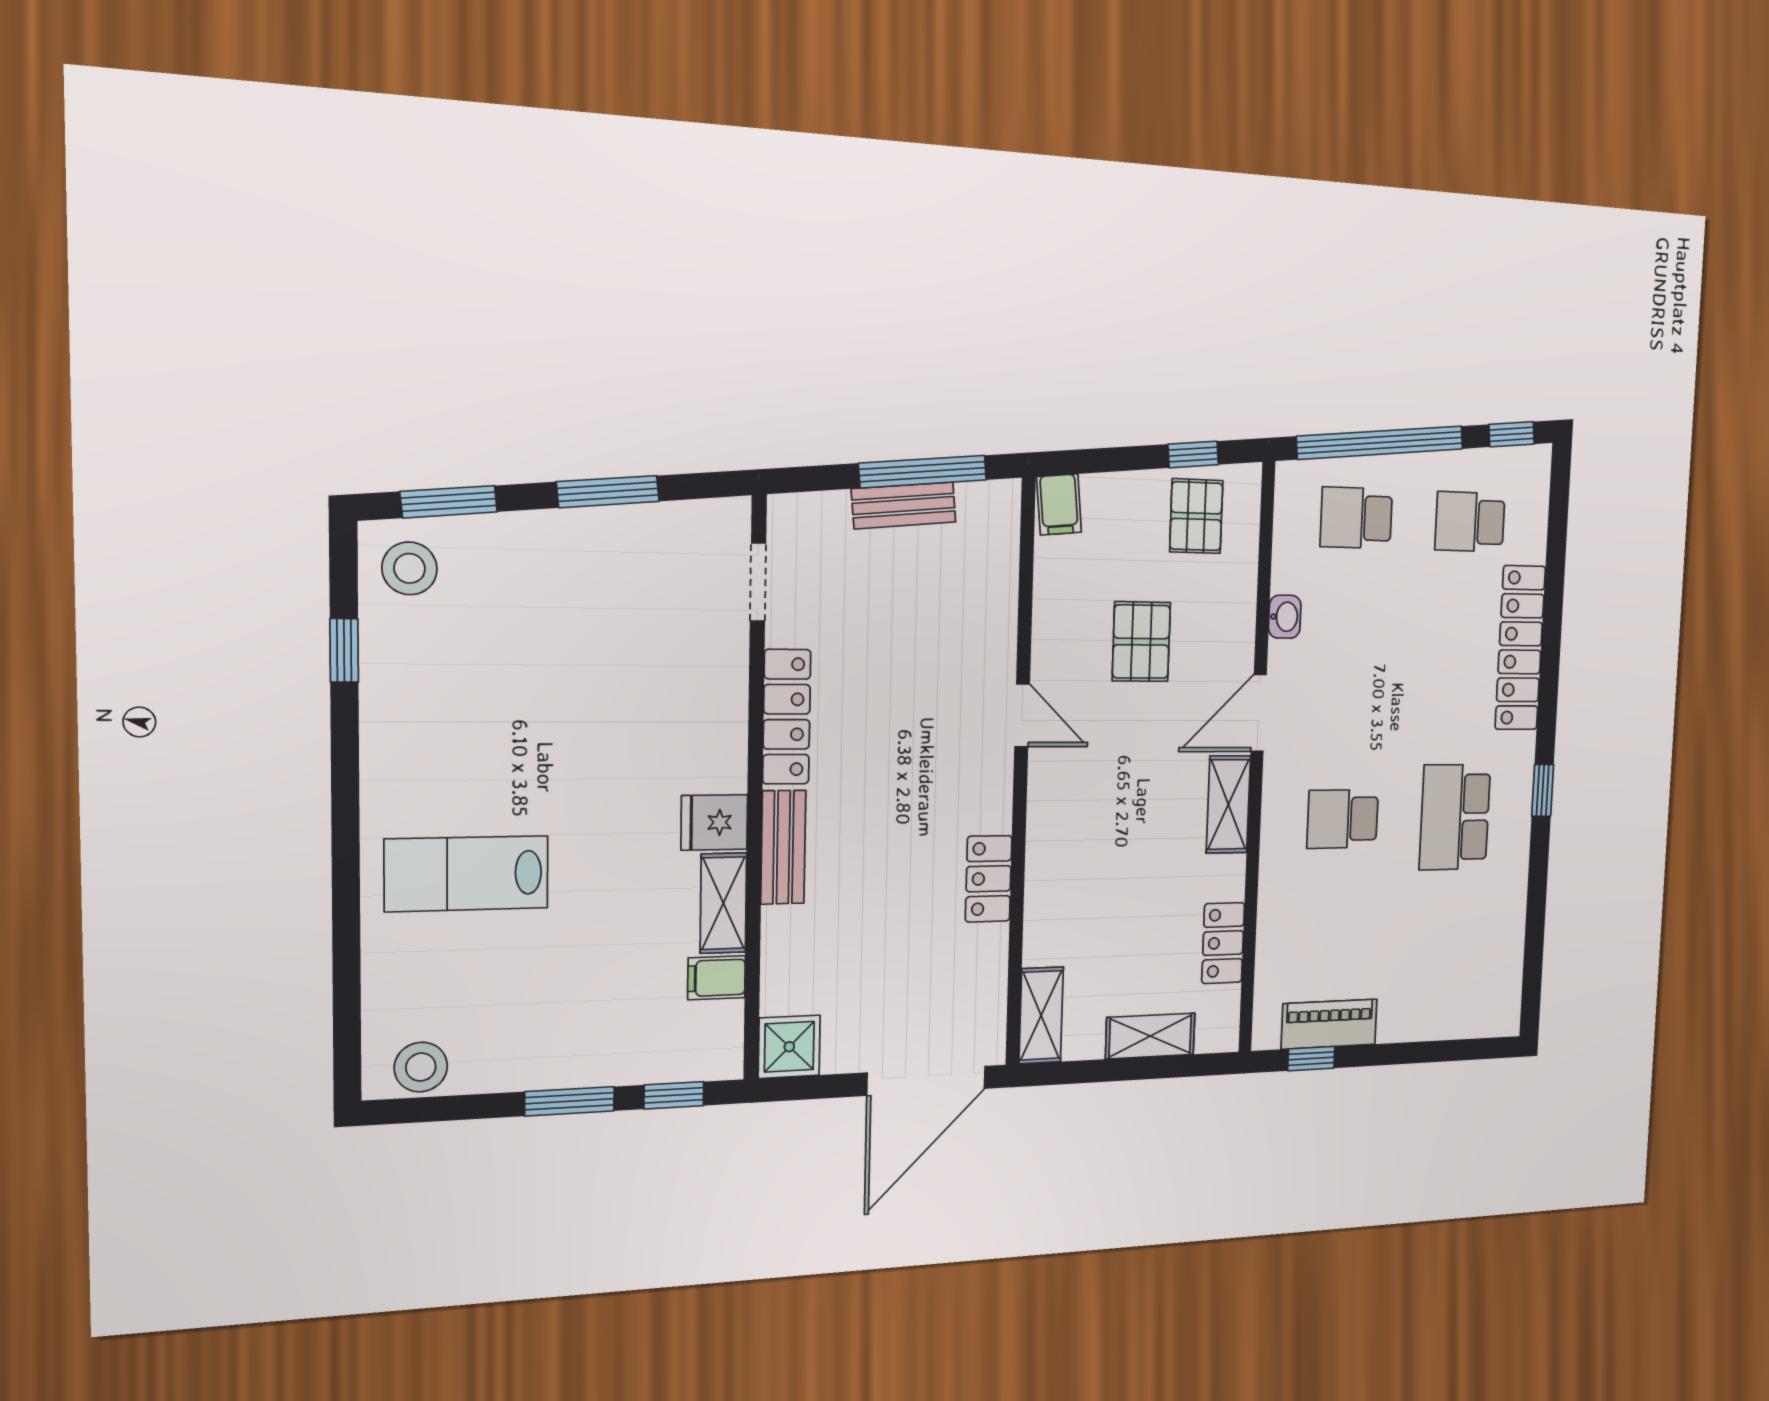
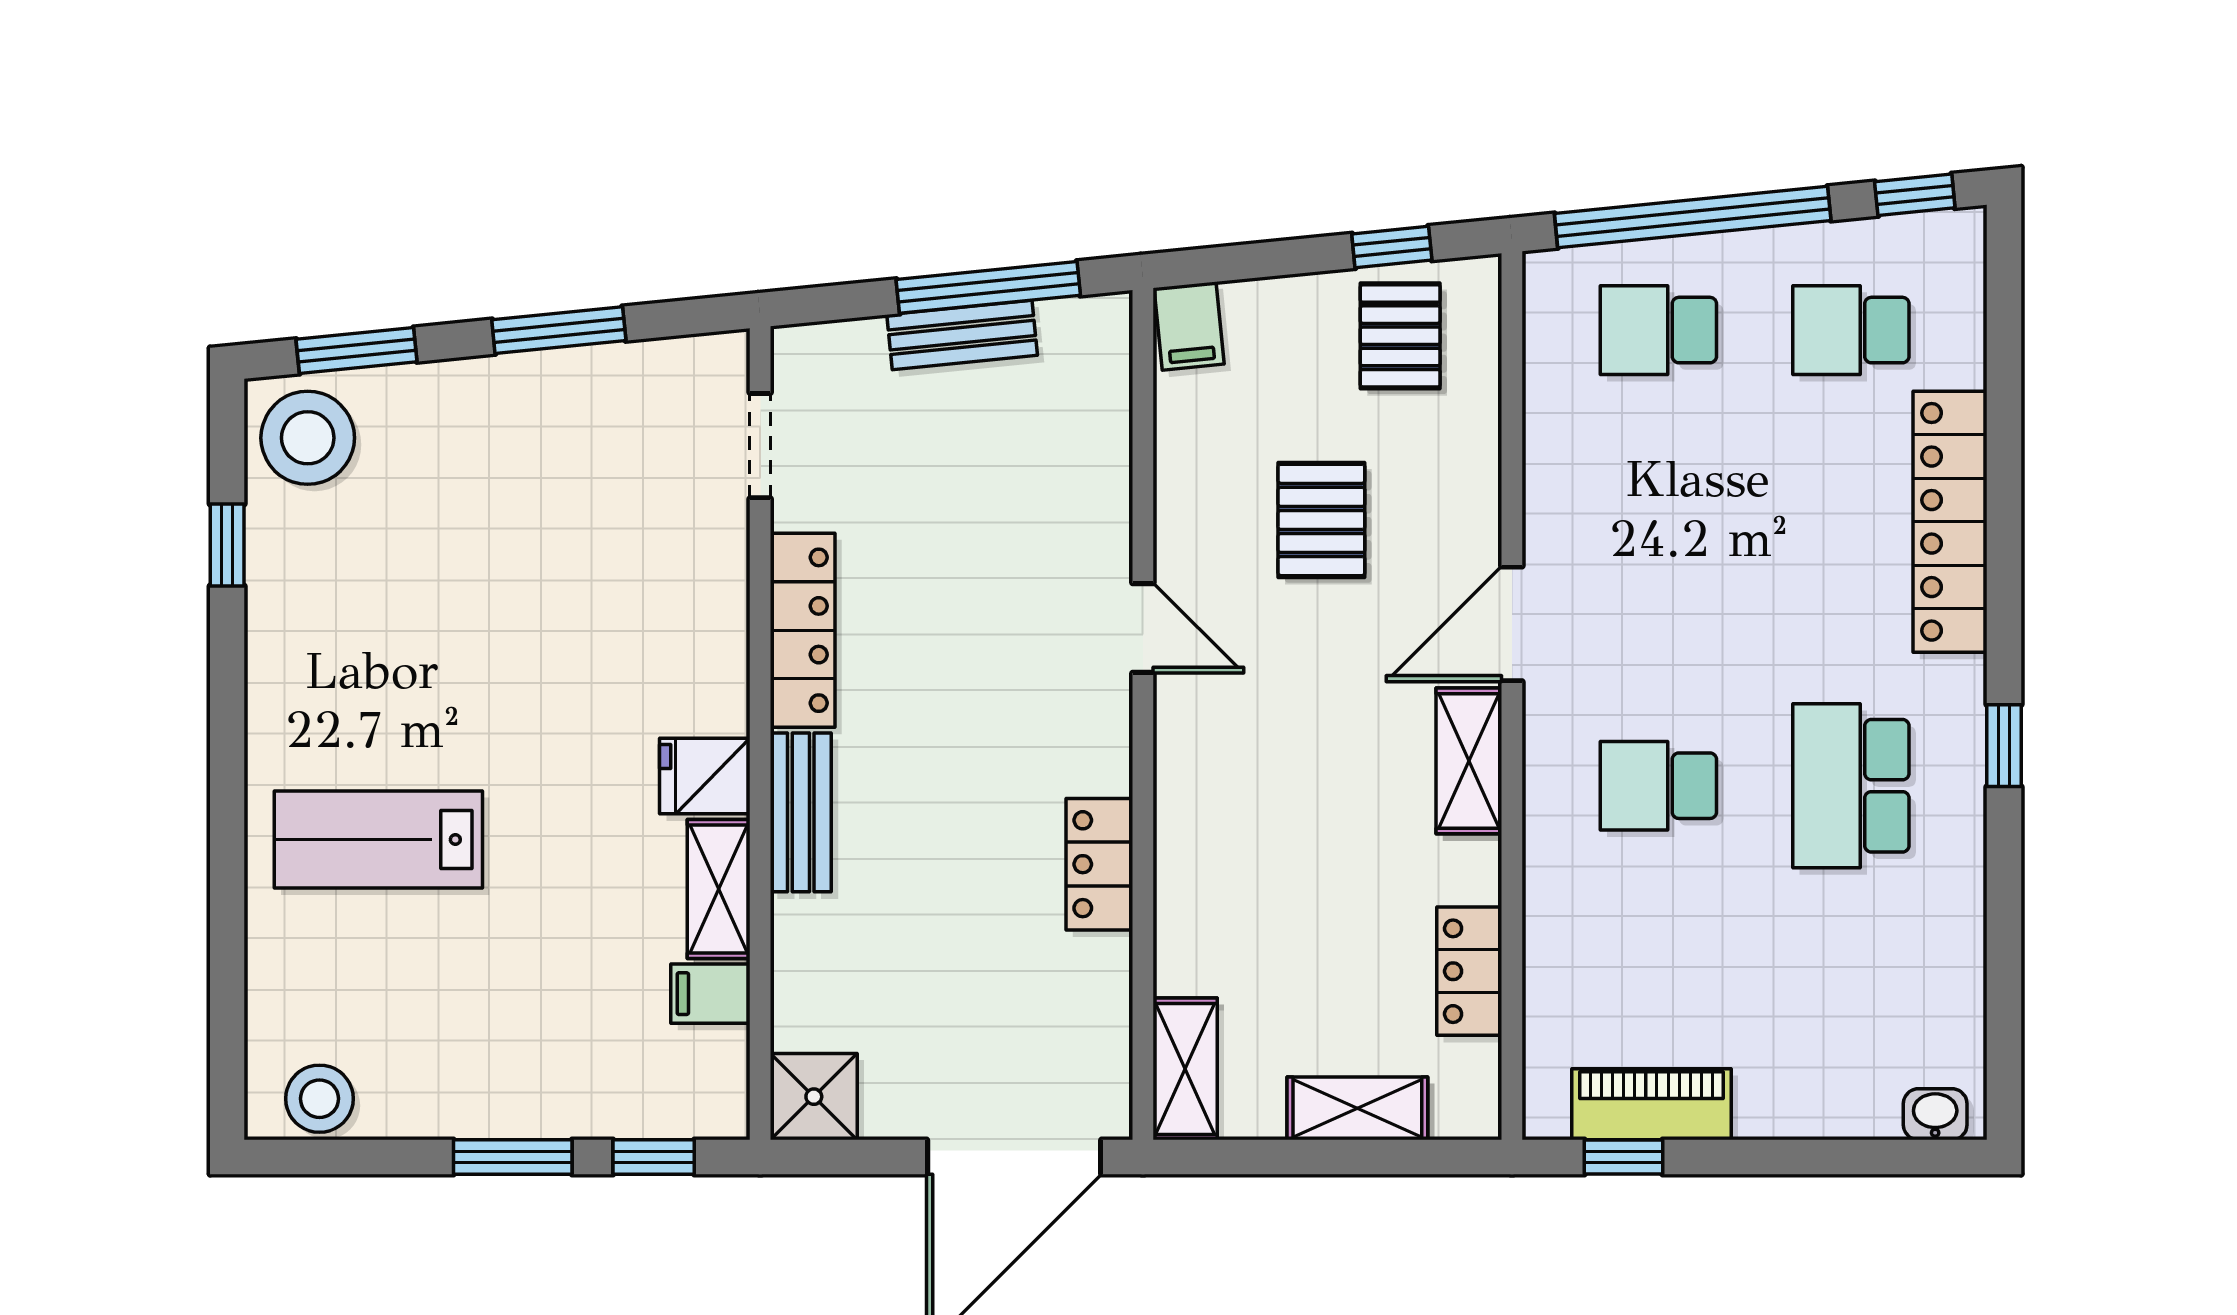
stool: (410, 568) -> (308, 438), width x1.38, depth x1.38
washbasin: (1285, 617) -> (1935, 1114), moved, turned -90

